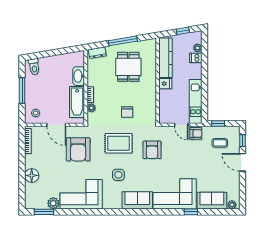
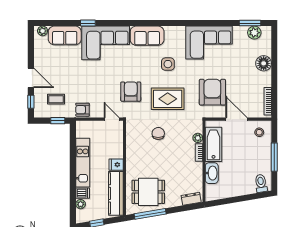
window: (123, 41) -> (150, 214), moved
dining table: (128, 67) -> (148, 192), moved, turned 90
kitchen unit: (196, 102) -> (83, 163), moved
door: (181, 125) -> (112, 119), moved
plant: (53, 203) -> (254, 33), moved

